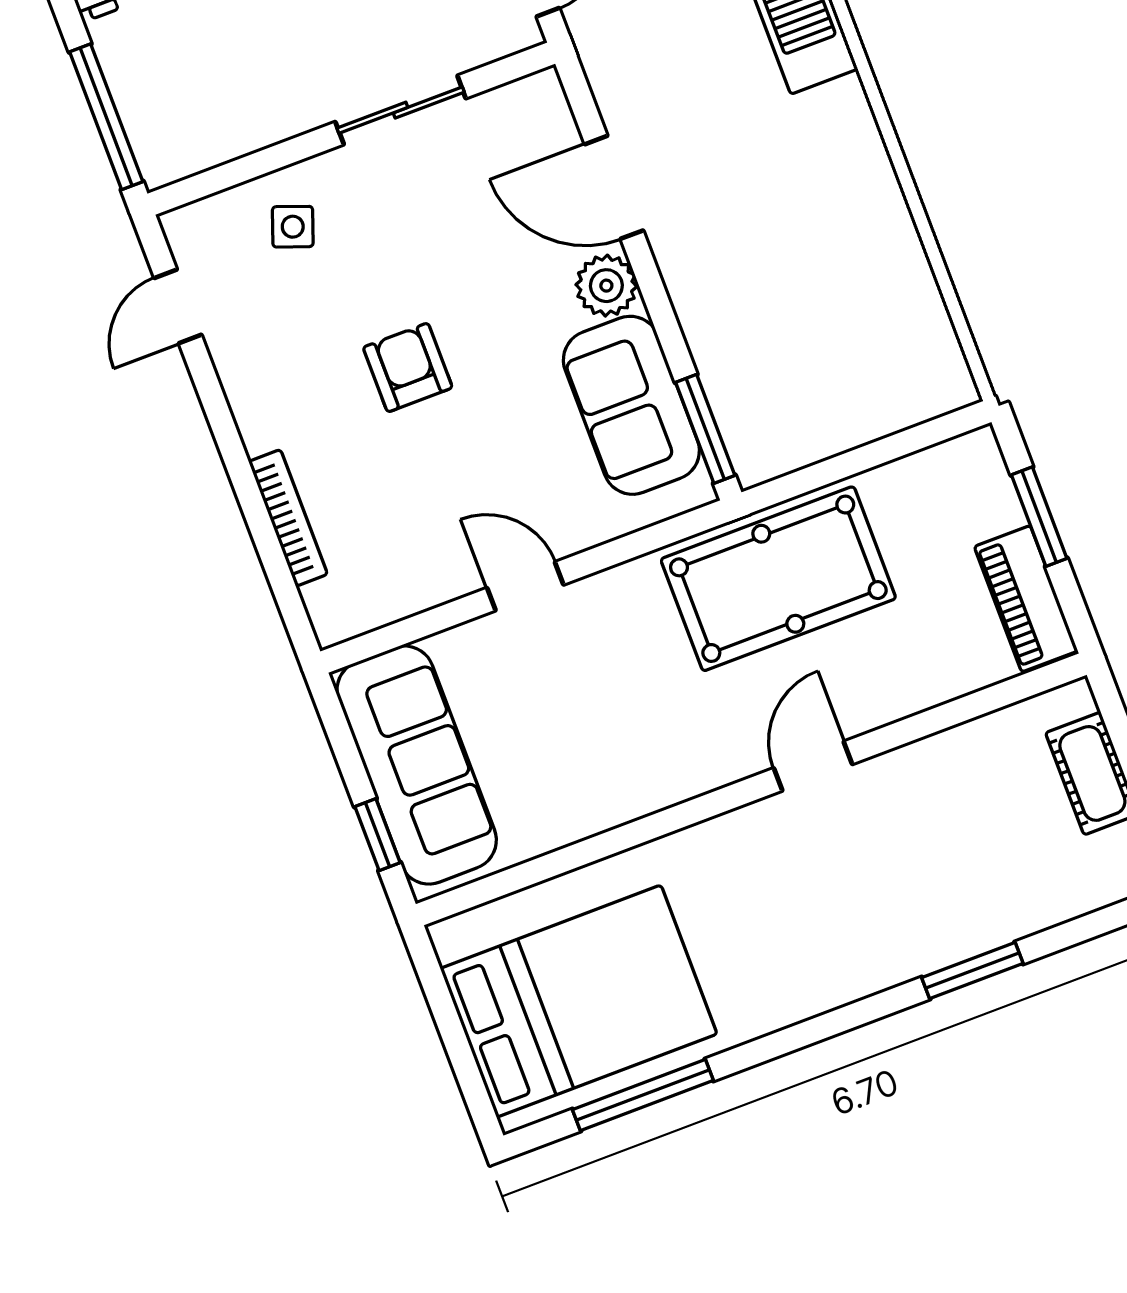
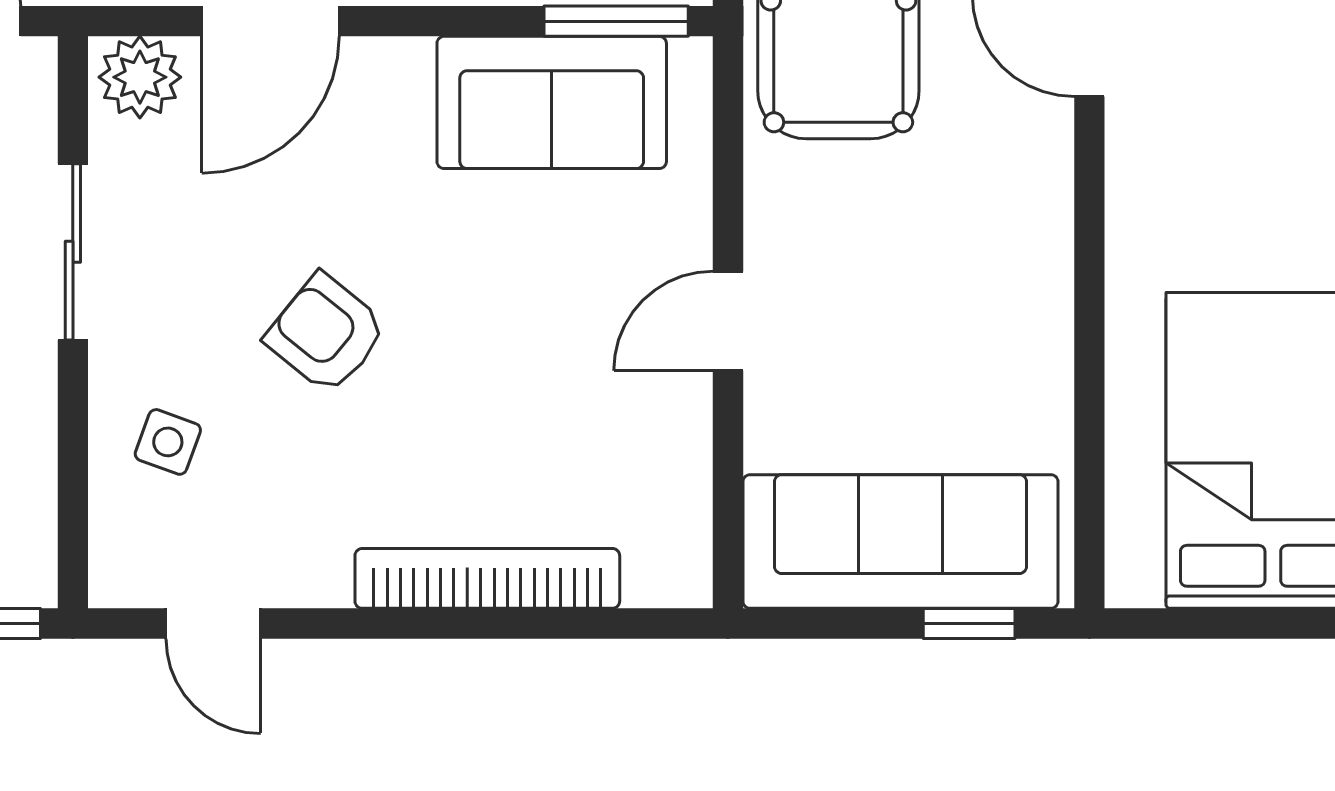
plant: (606, 286) -> (140, 77), moved
armchair: (408, 368) -> (326, 334), moved, turned 39
bookcase: (288, 518) -> (487, 578), width x1.48, depth x1.31

